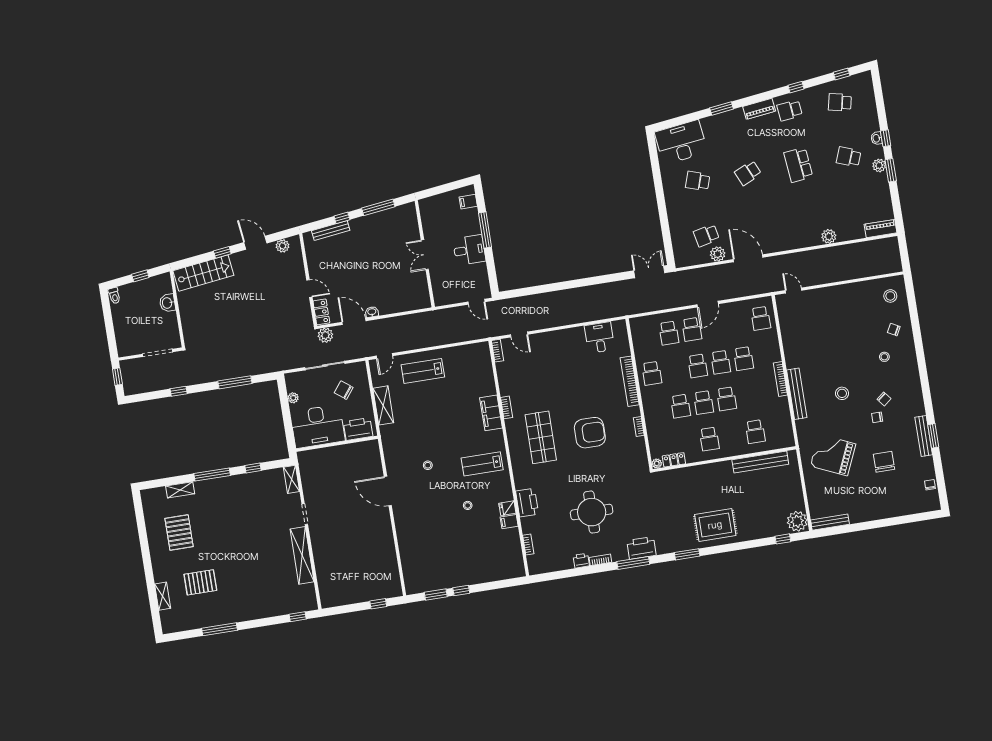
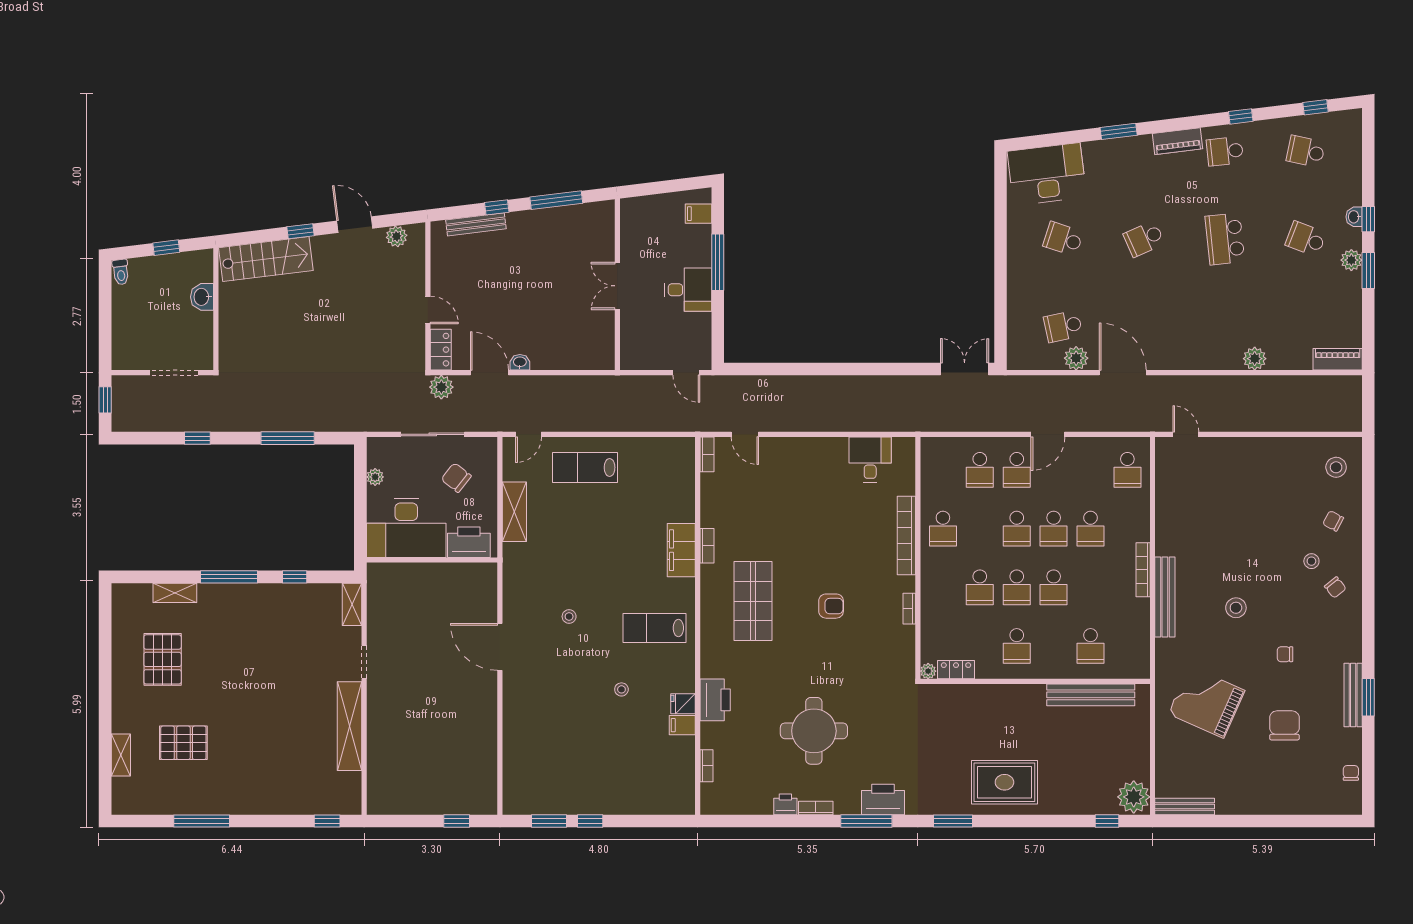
chair: (884, 399) -> (1335, 587), moved
armchair: (590, 433) -> (831, 606), width x0.53, depth x0.53

